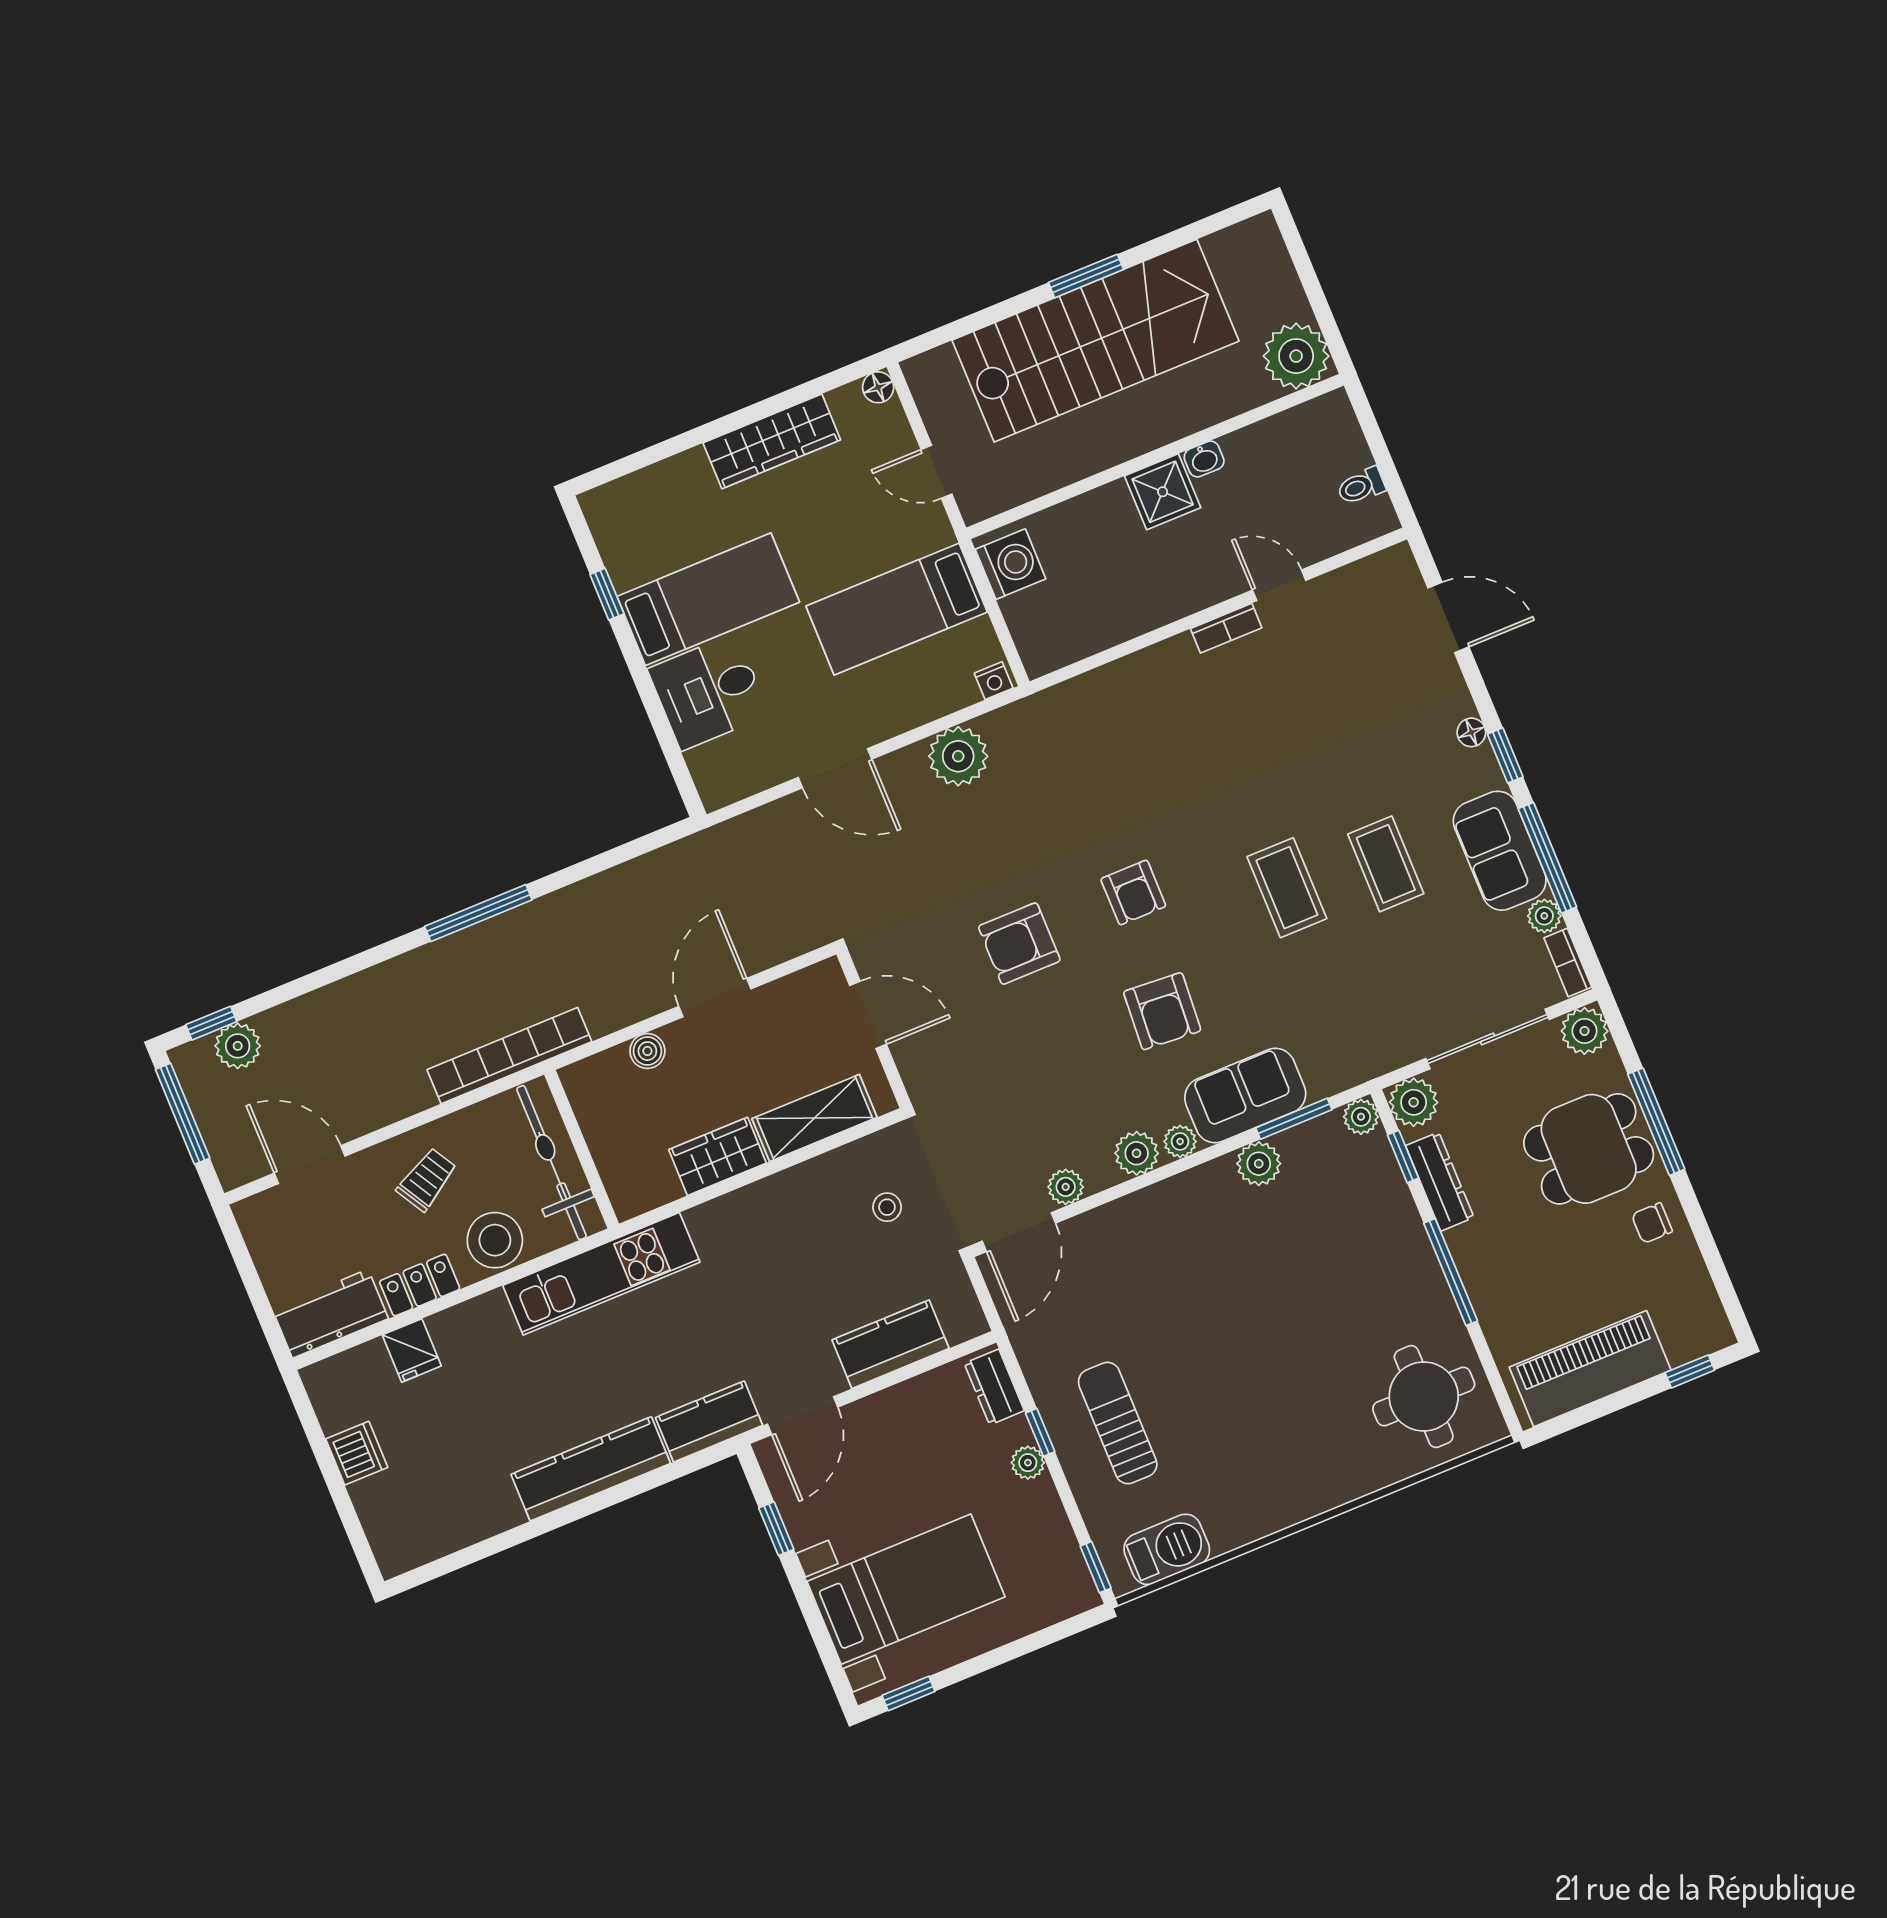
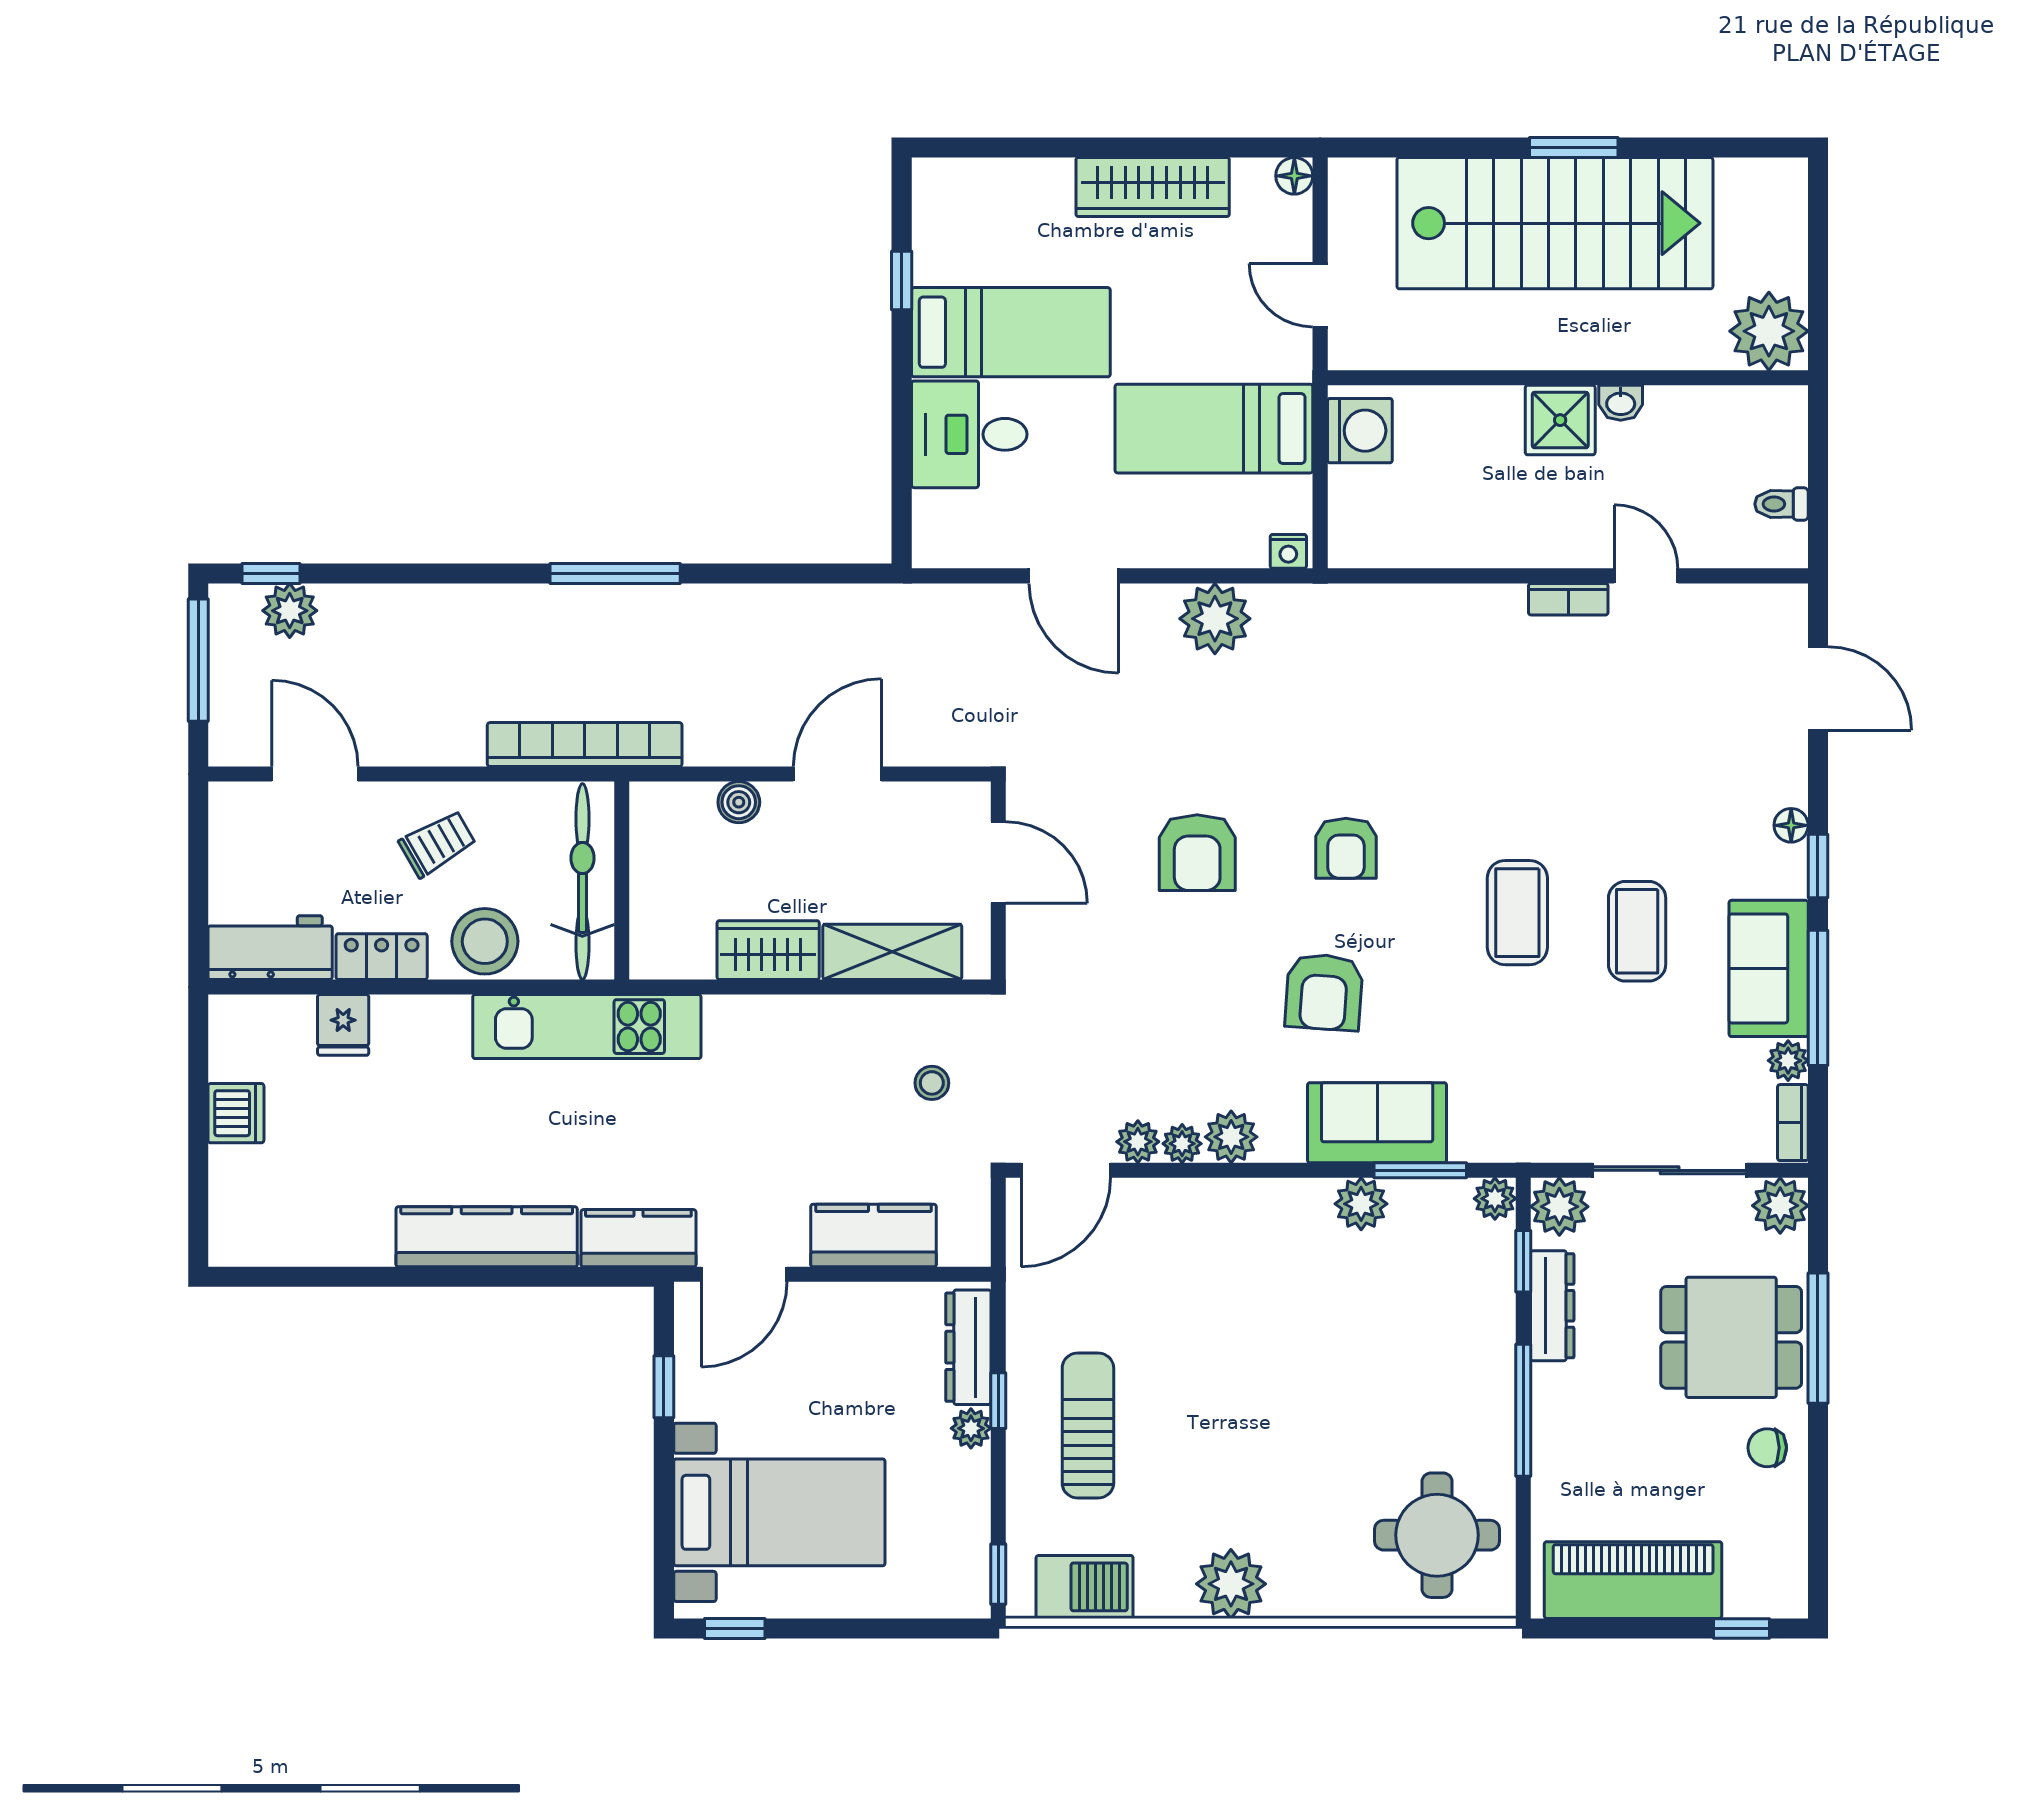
armchair: (1019, 944) -> (1197, 853), turned -90
plant: (1180, 1141) -> (1182, 1144), moved
dresser: (994, 1387) -> (968, 1347), width x1.44
plant: (1279, 1500) -> (1231, 1584), added

